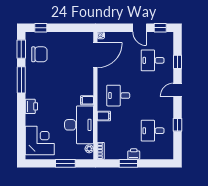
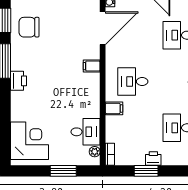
chair: (39, 54) -> (29, 27), turned 180
filing cabinet: (87, 100) -> (92, 66), moved
printer: (31, 106) -> (19, 81), moved
desk: (79, 125) -> (85, 132), width x0.53, depth x0.77

